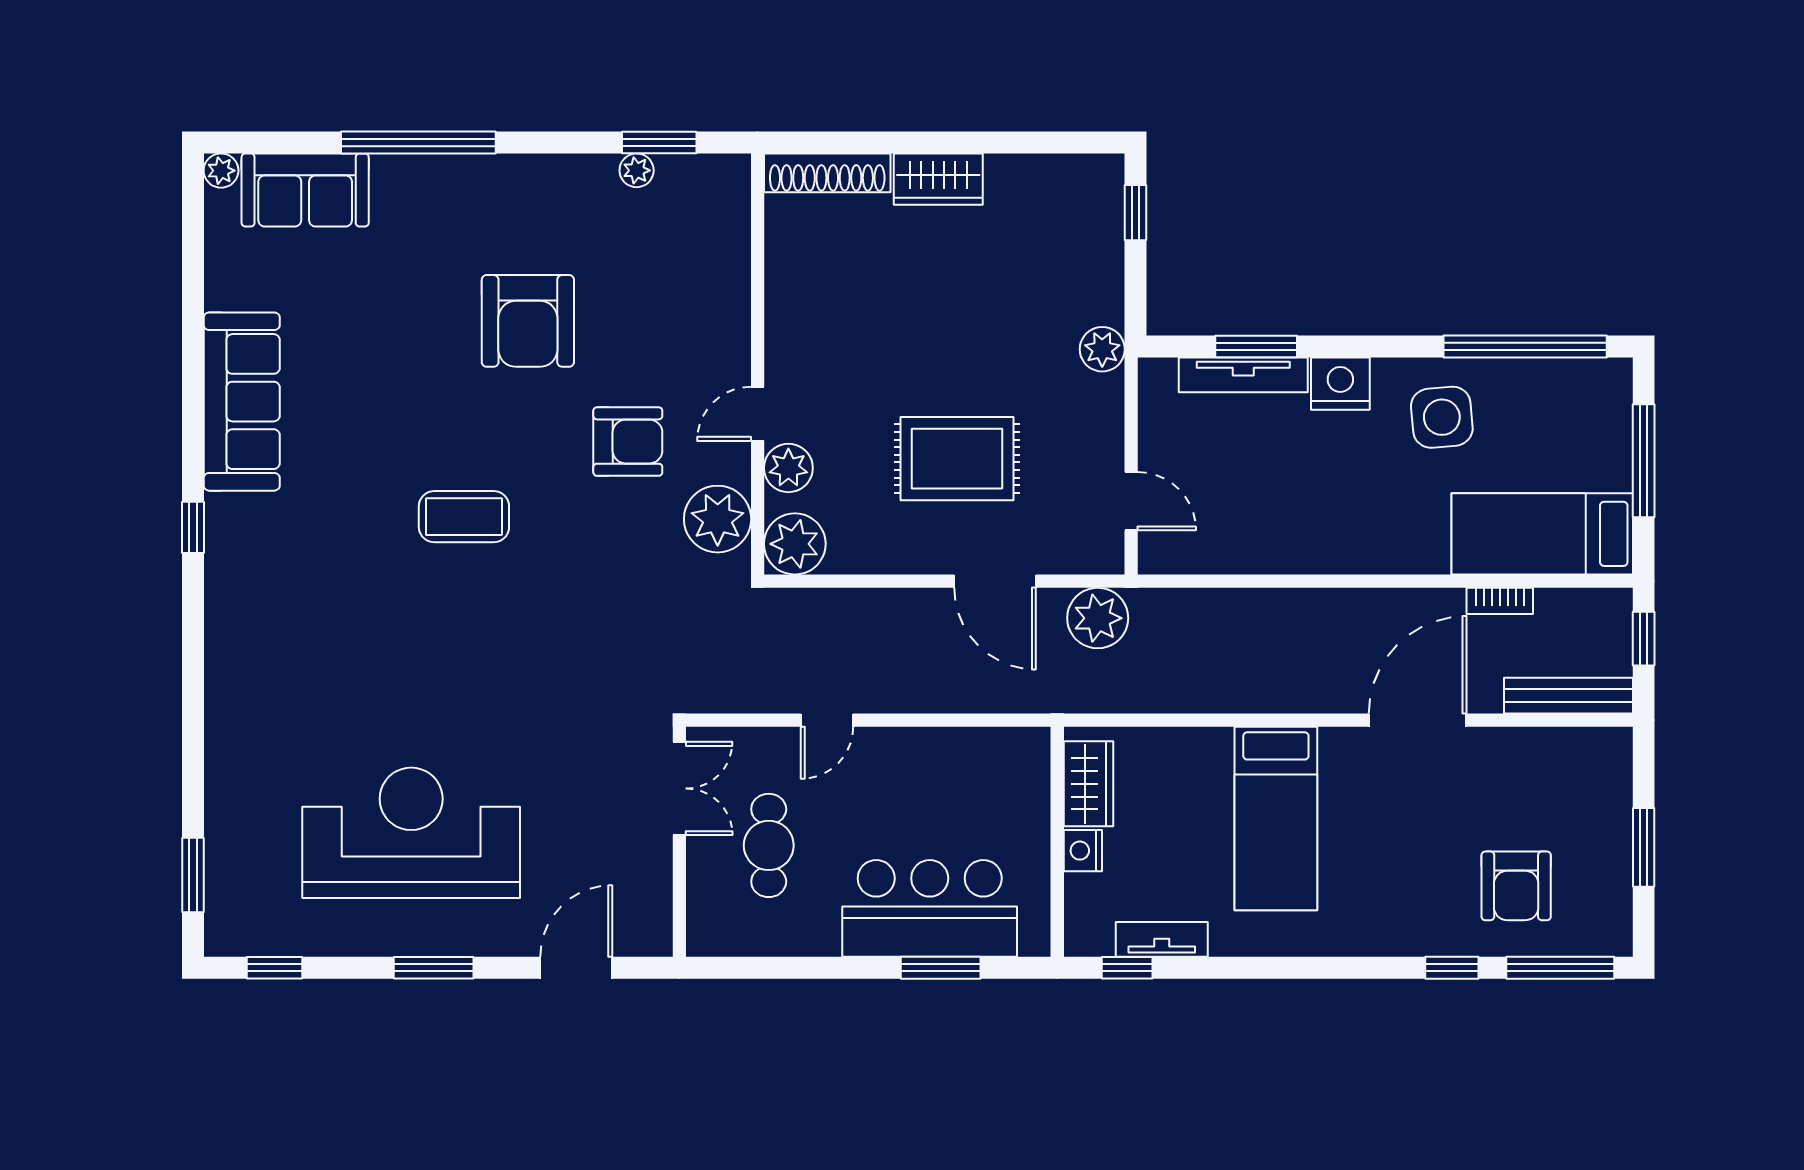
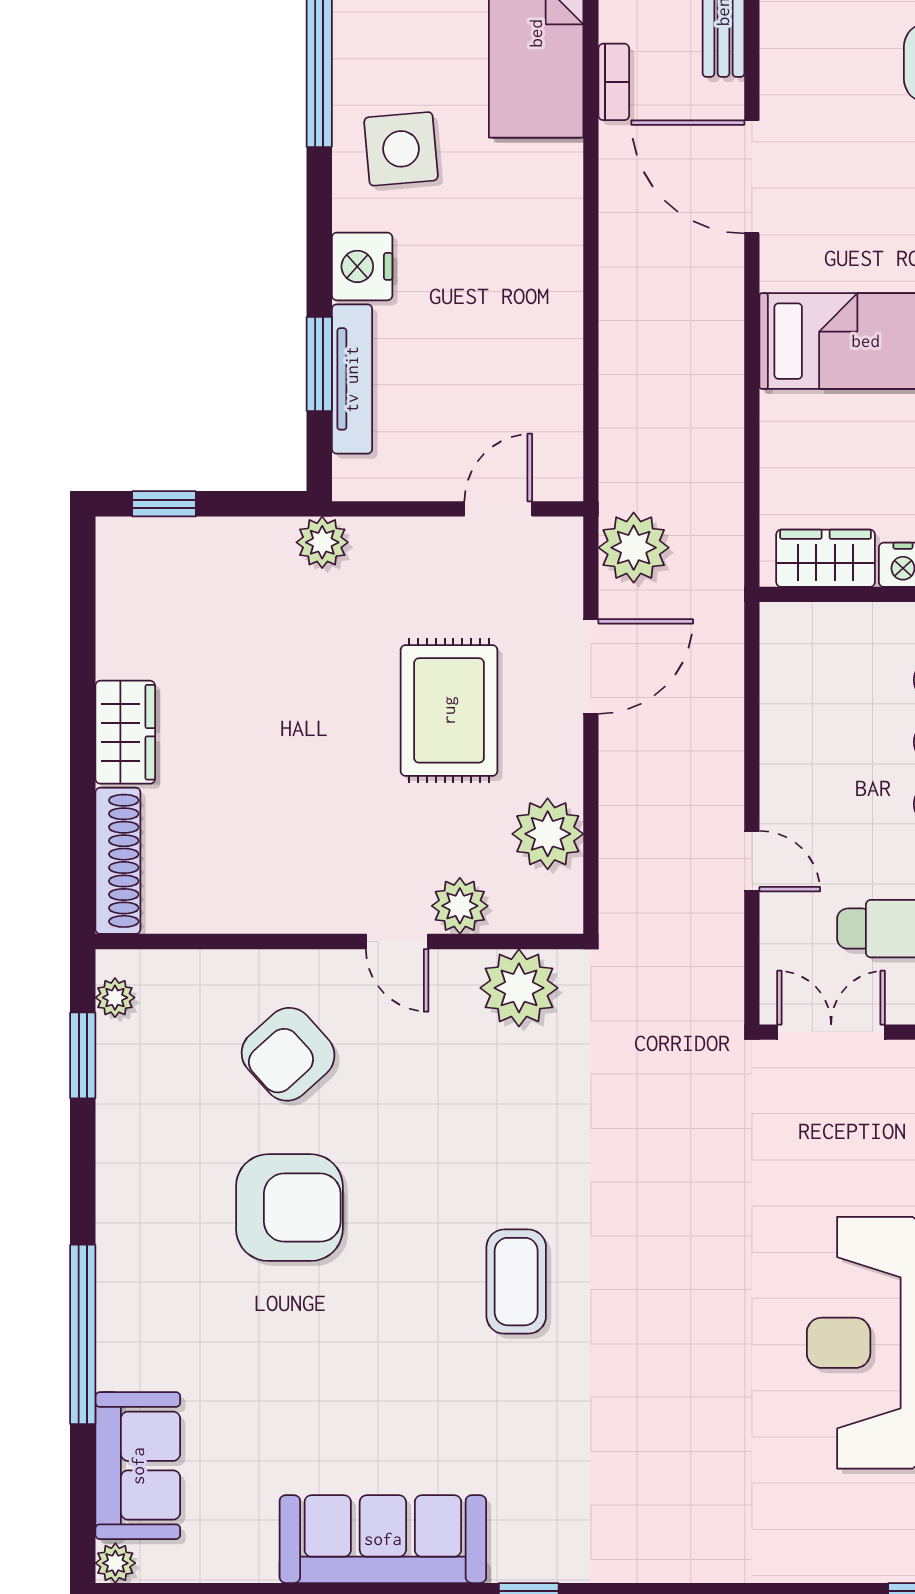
plant: (637, 170) -> (115, 998), moved
armchair: (628, 442) -> (288, 1054), moved, turned -132
plant: (795, 544) -> (548, 834), moved

